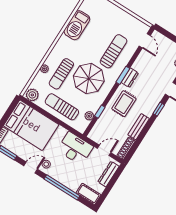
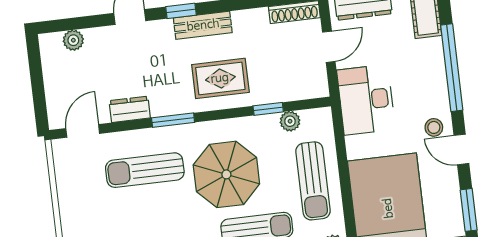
dresser: (130, 78) -> (130, 109), moved
bench: (139, 127) -> (203, 25), moved
door: (104, 150) -> (329, 47), swing flipped

